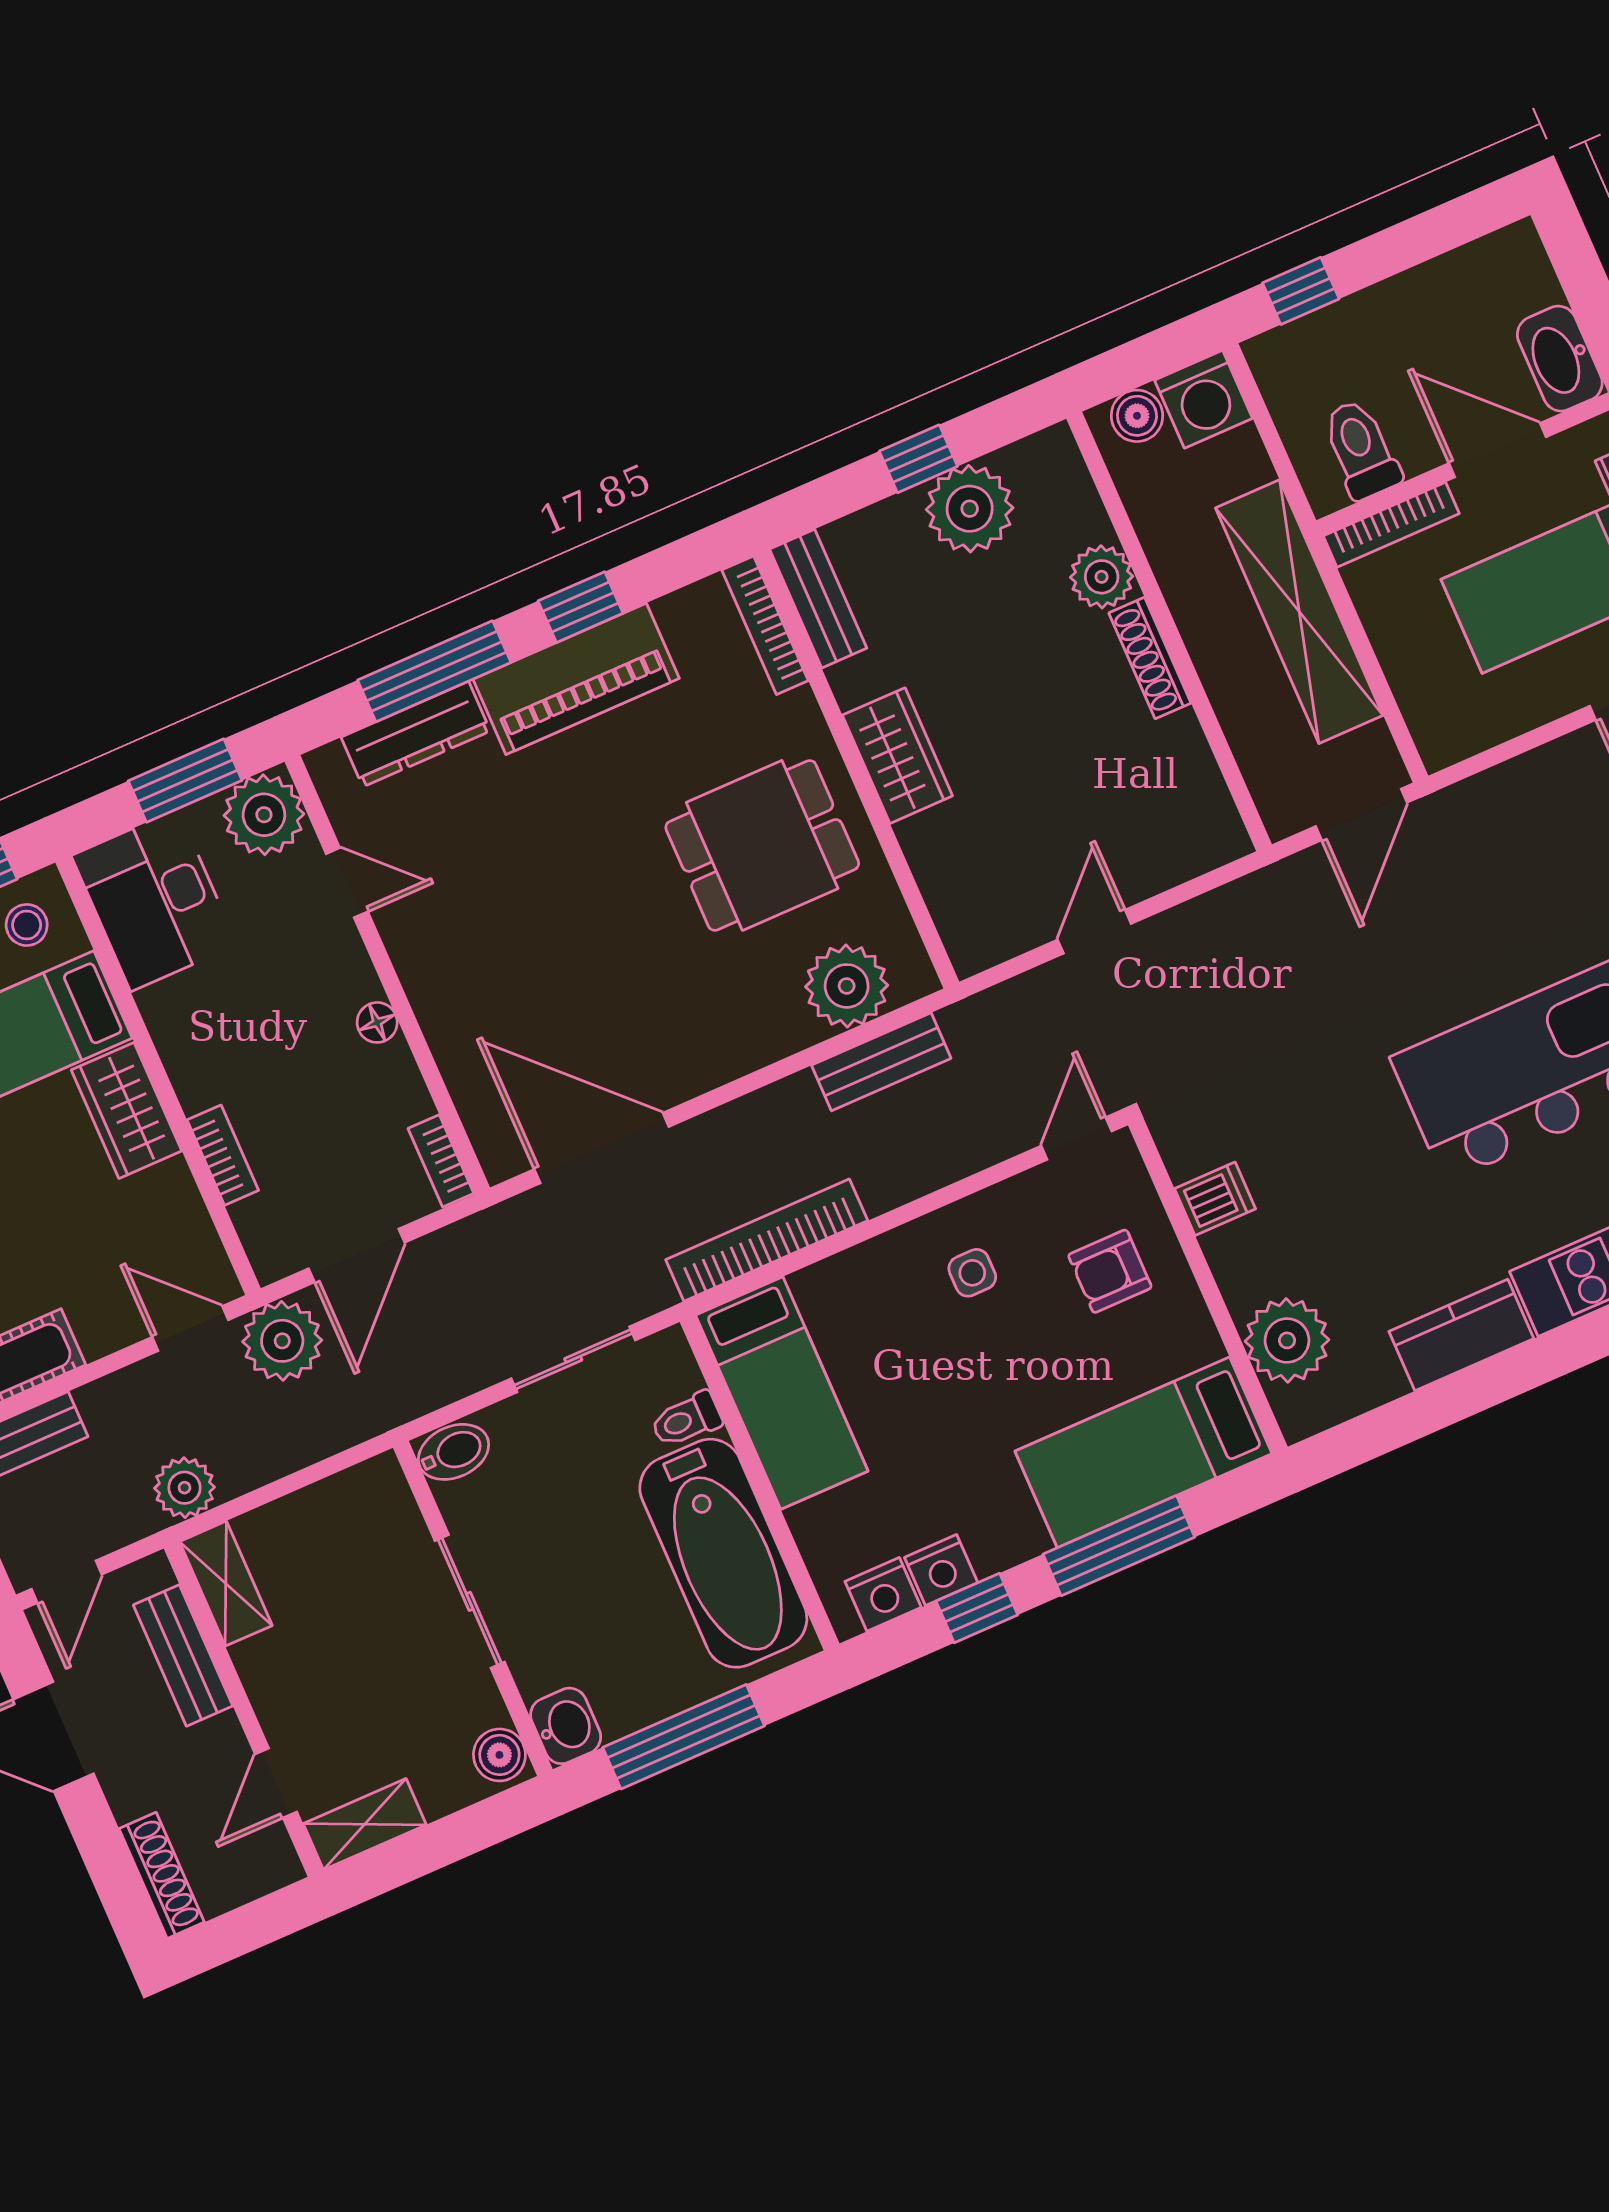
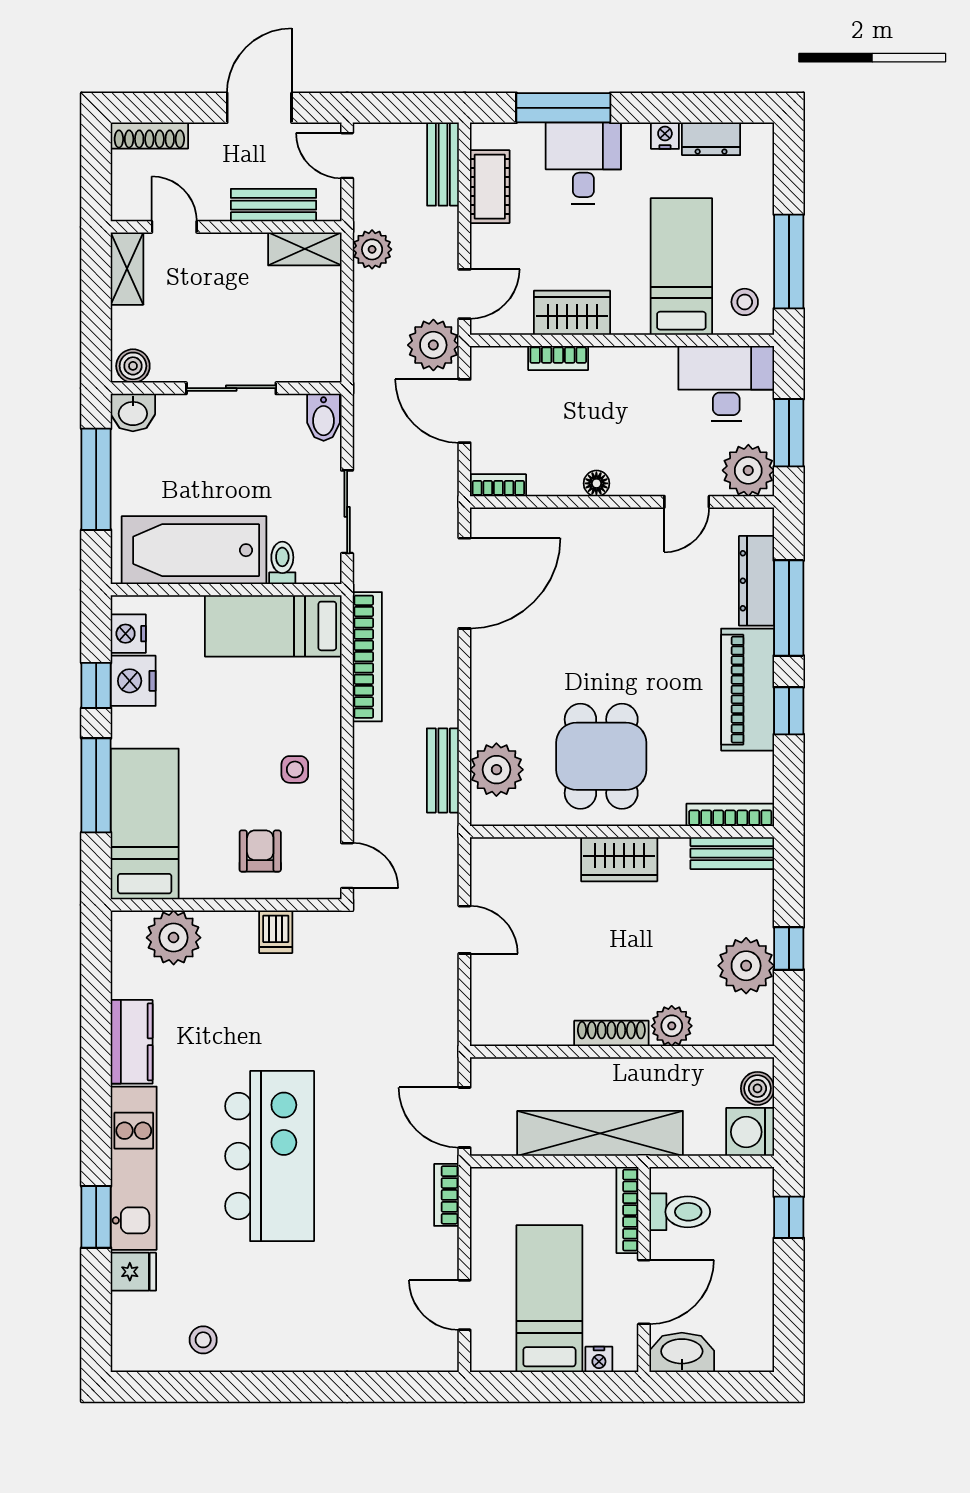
bookcase: (1483, 792) -> (447, 1195), added
wardrobe: (127, 1110) -> (572, 313), moved
nightstand: (941, 1570) -> (133, 681), width x1.36, depth x1.33

